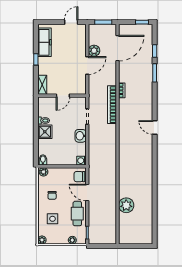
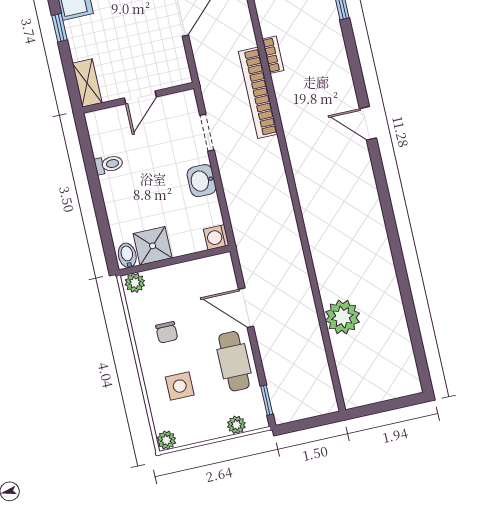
shower: (45, 132) -> (153, 246), moved
chair: (79, 177) -> (220, 275), removed

